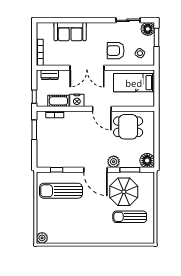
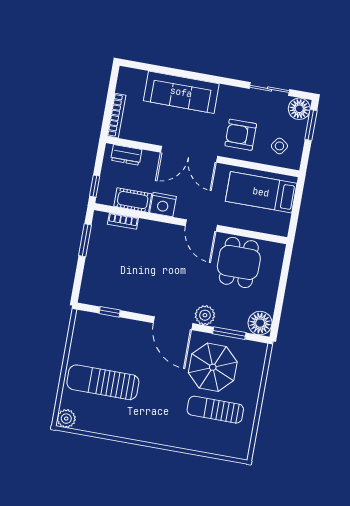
sofa: (70, 32) -> (181, 92), width x1.36
dining table: (128, 127) -> (239, 262), turned 90
sun lounger: (61, 191) -> (103, 382), moved

